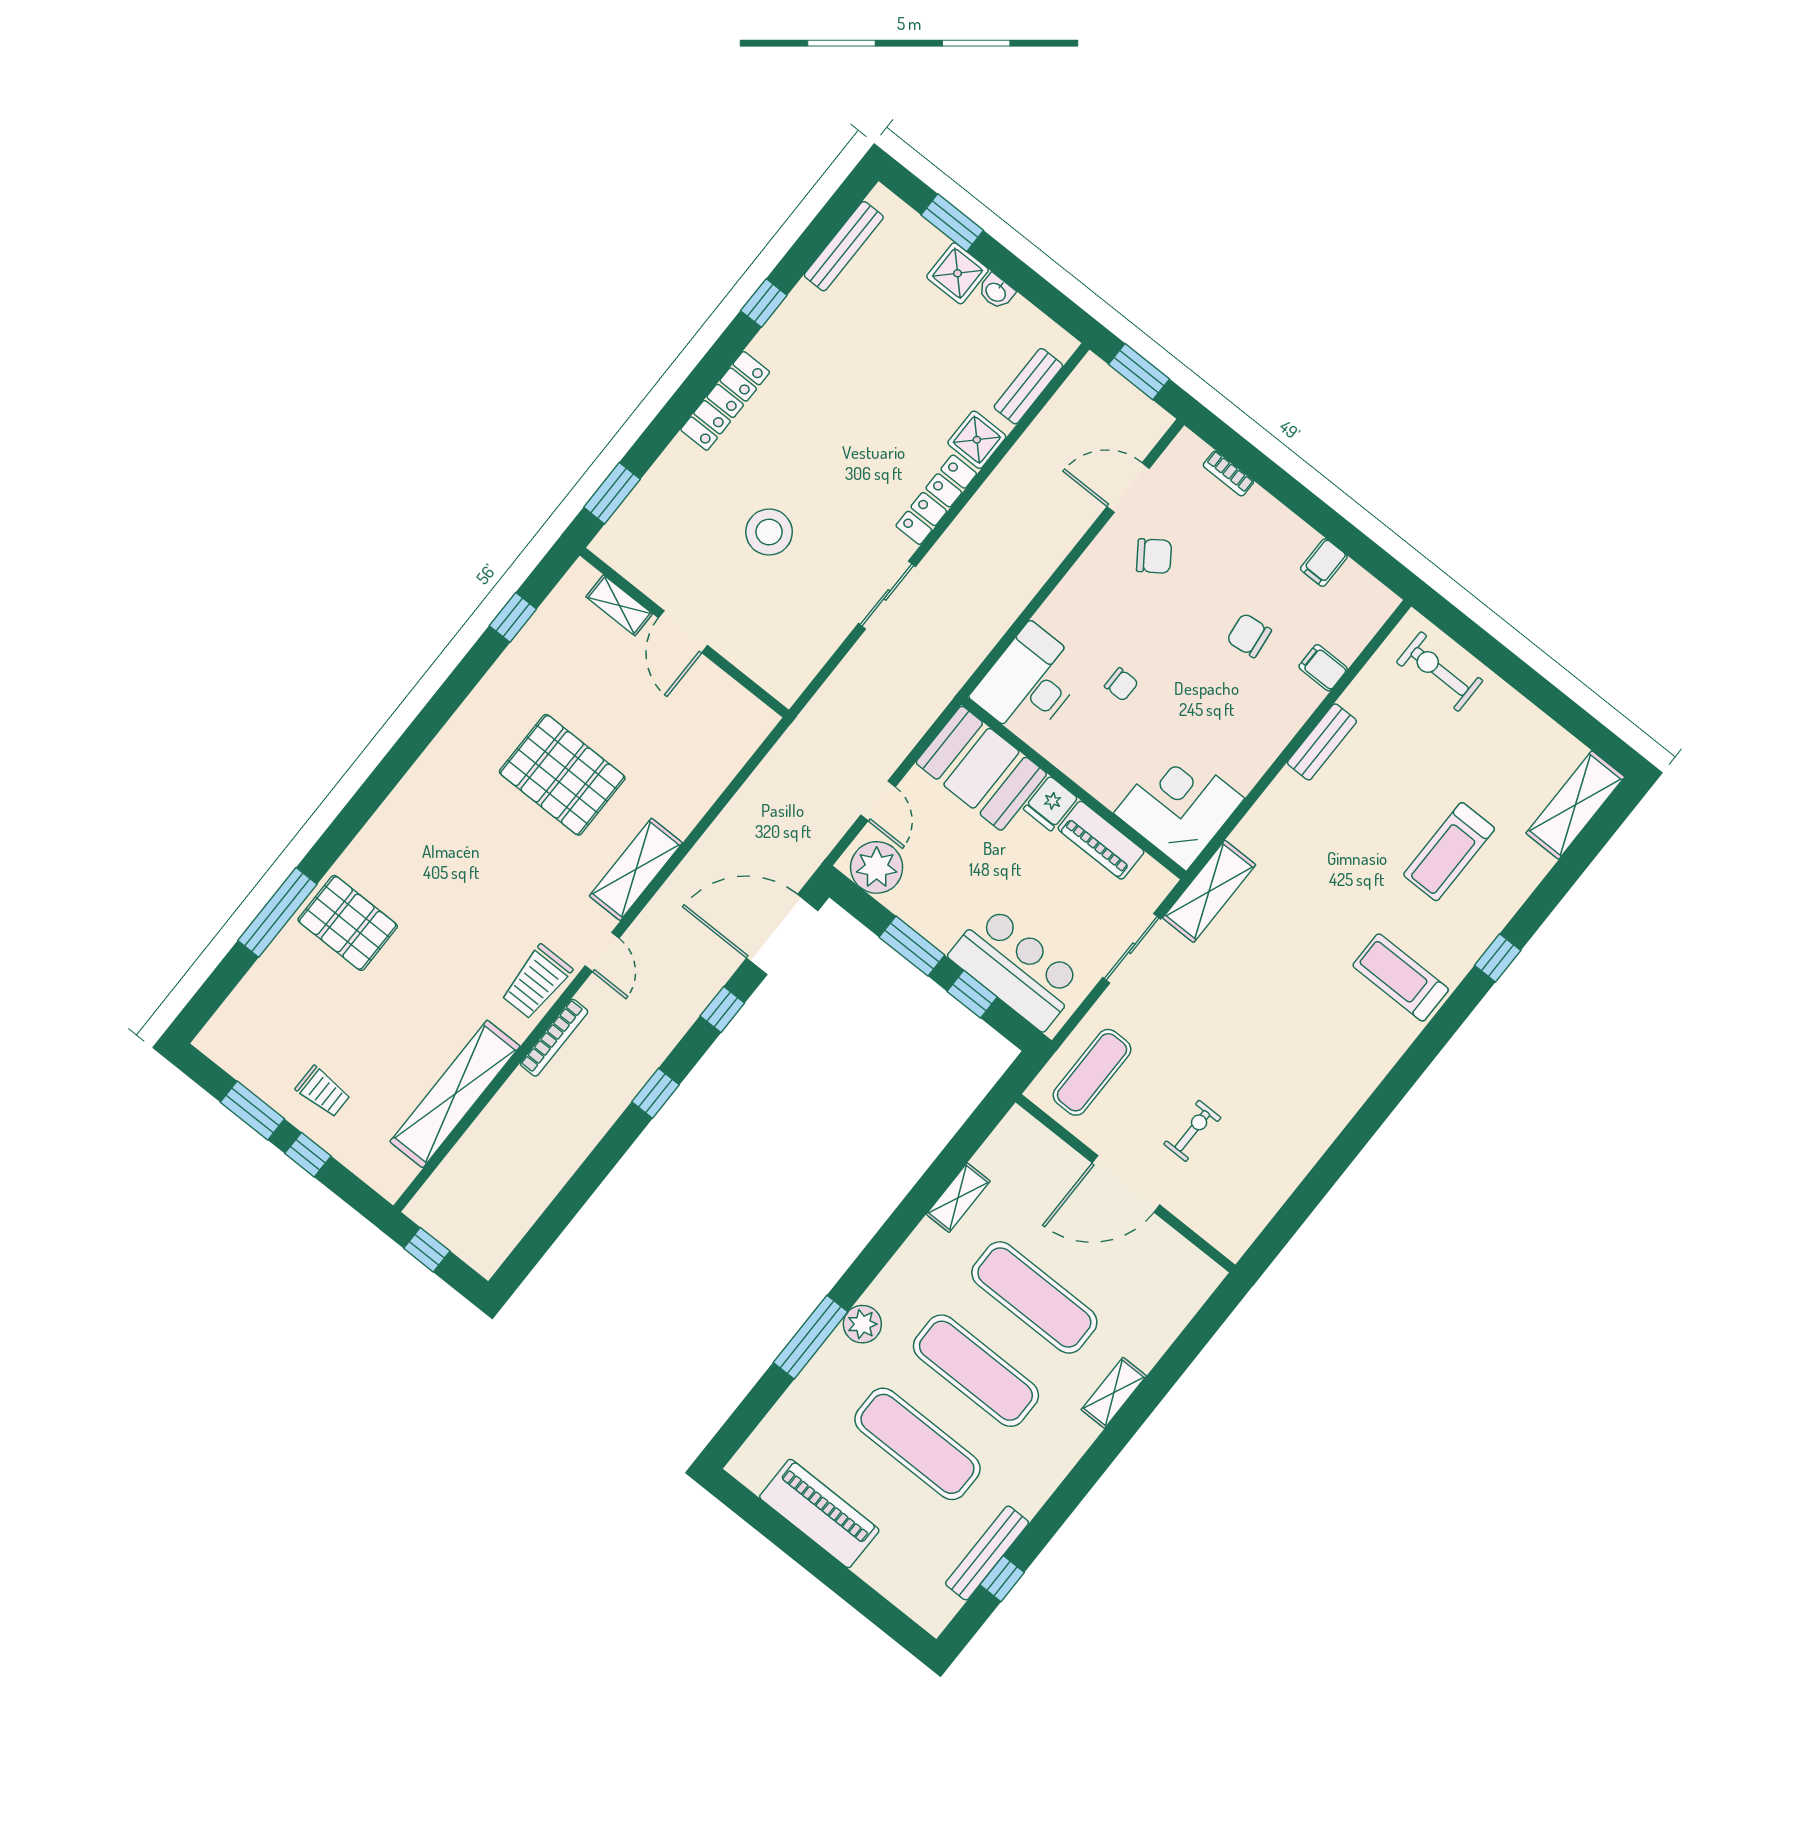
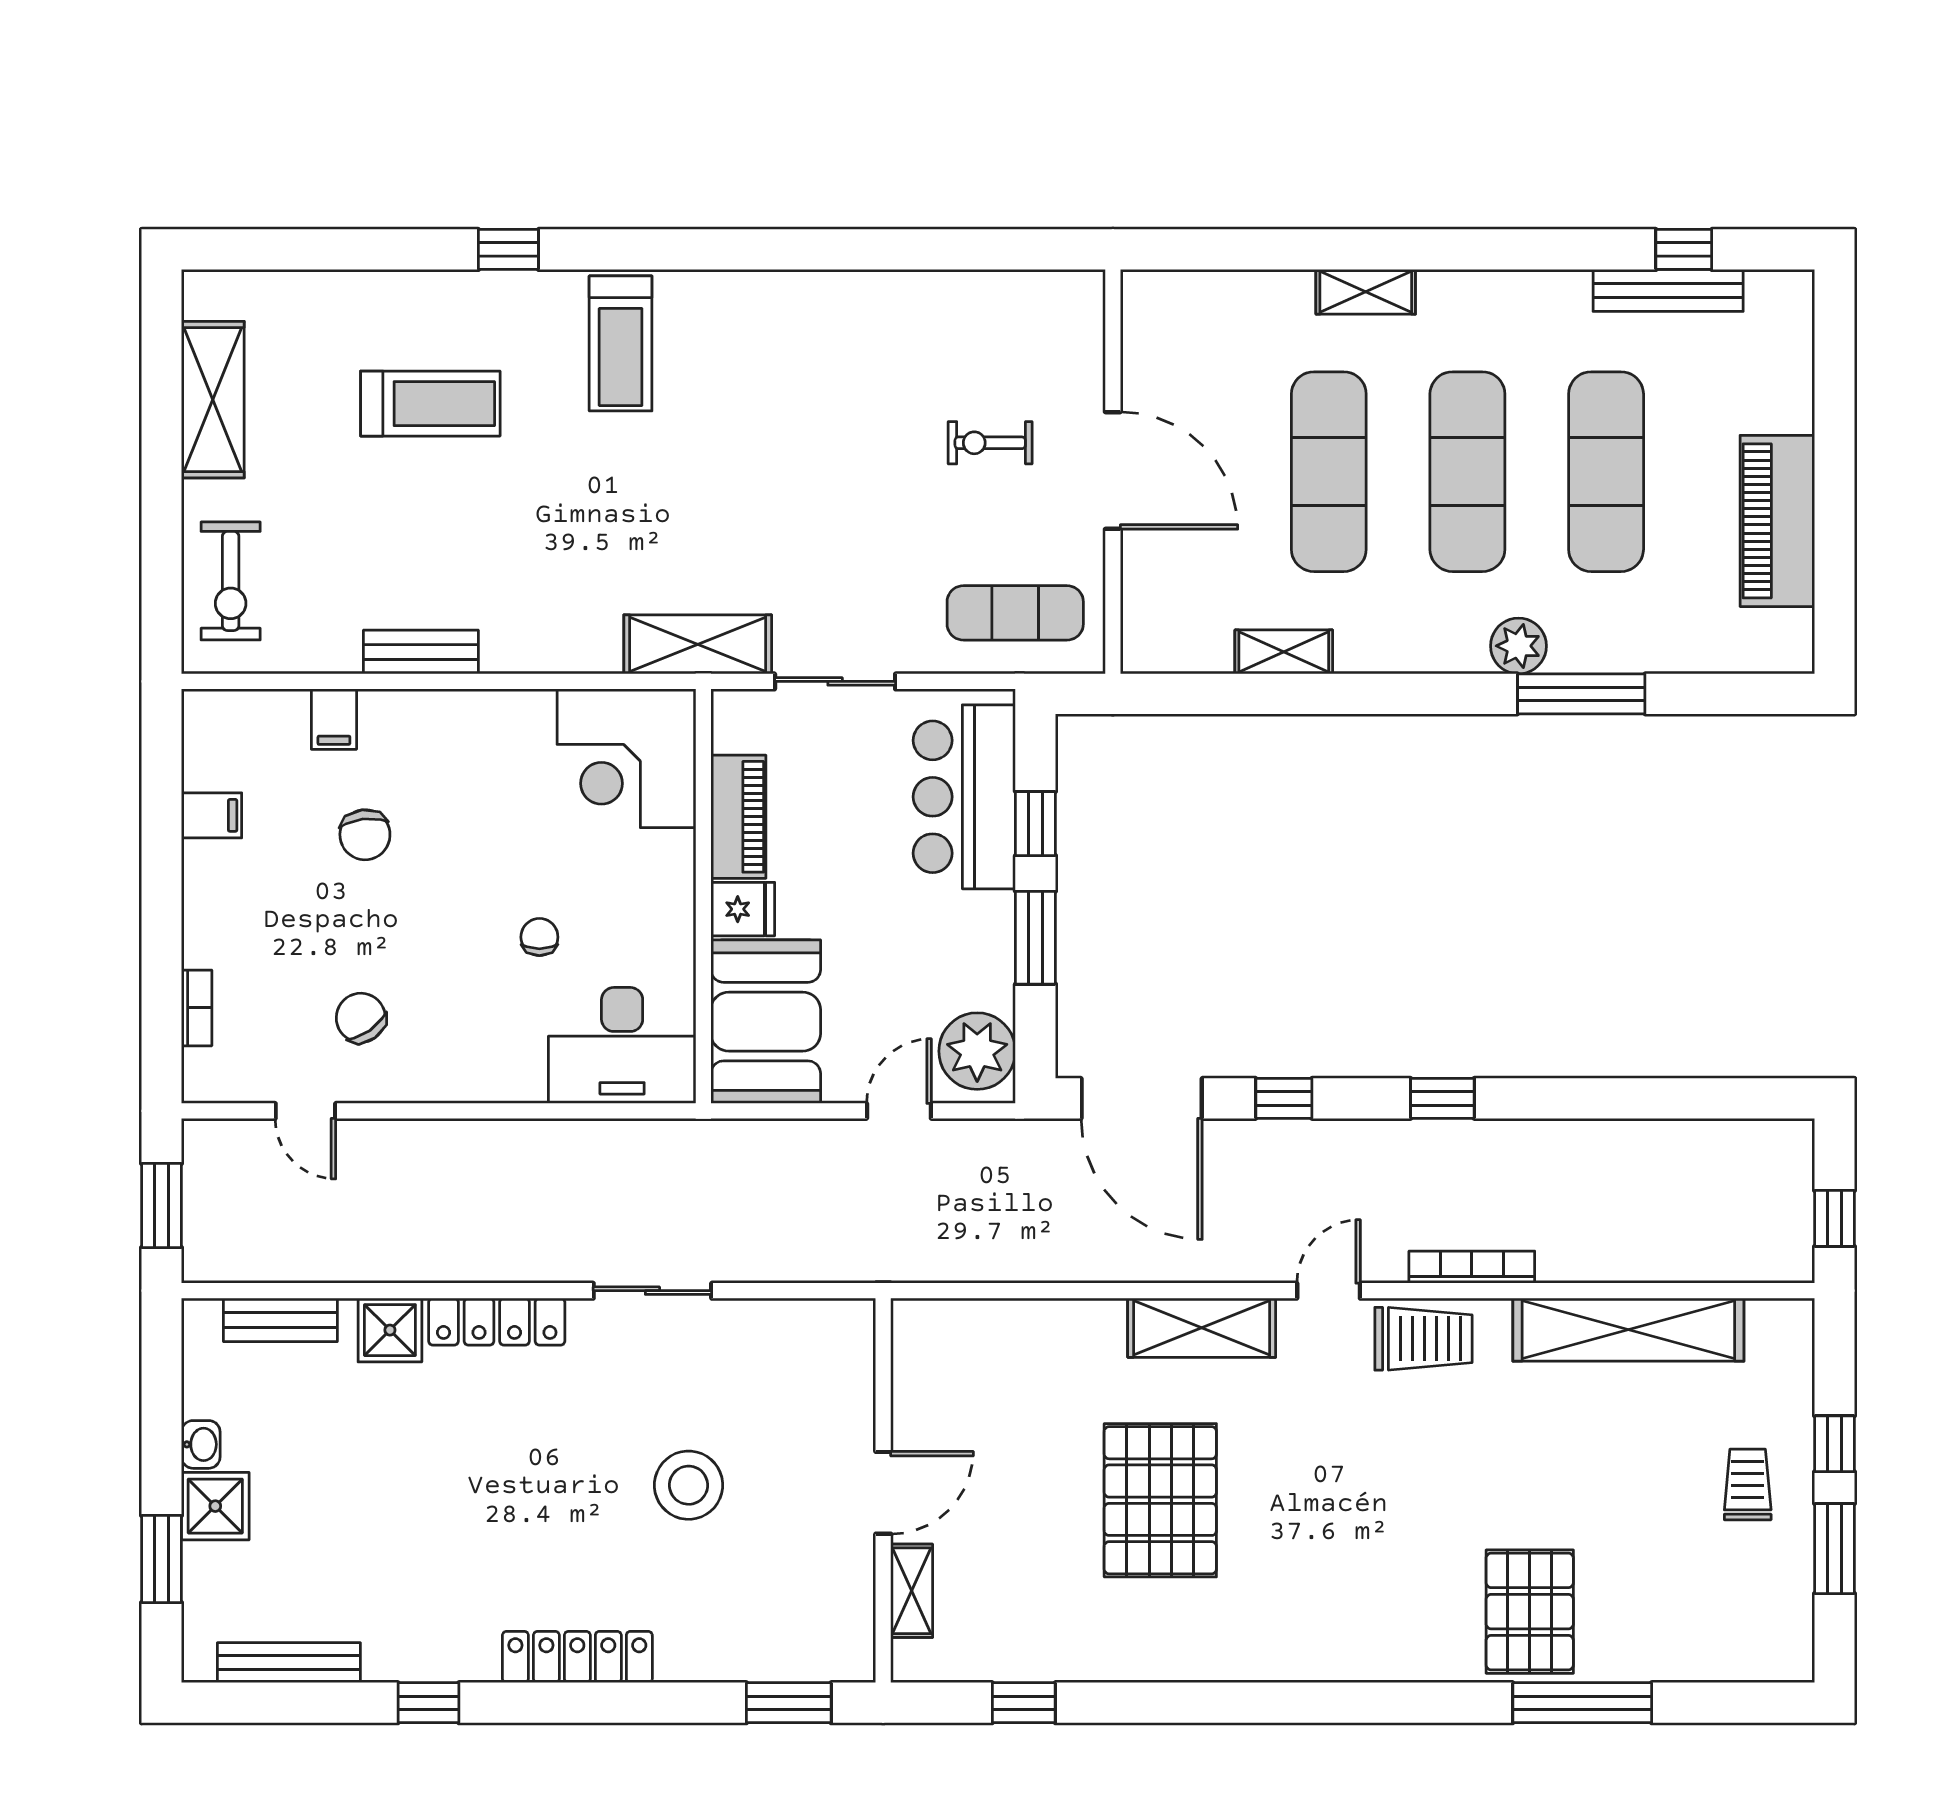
door: (1128, 488) -> (305, 1111), width x0.73
shelving: (1575, 805) -> (213, 400), moved, turned 90

